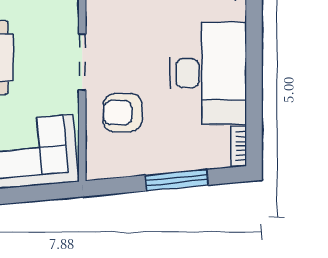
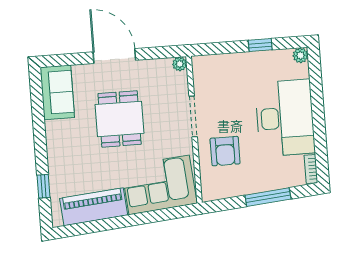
armchair: (123, 113) -> (225, 151), turned -90

